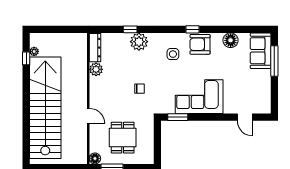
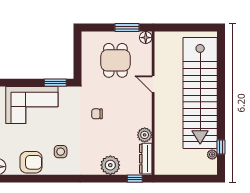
window: (130, 29) -> (135, 179), moved
window: (192, 29) -> (39, 179), removed
plant: (139, 42) -> (110, 165), moved

